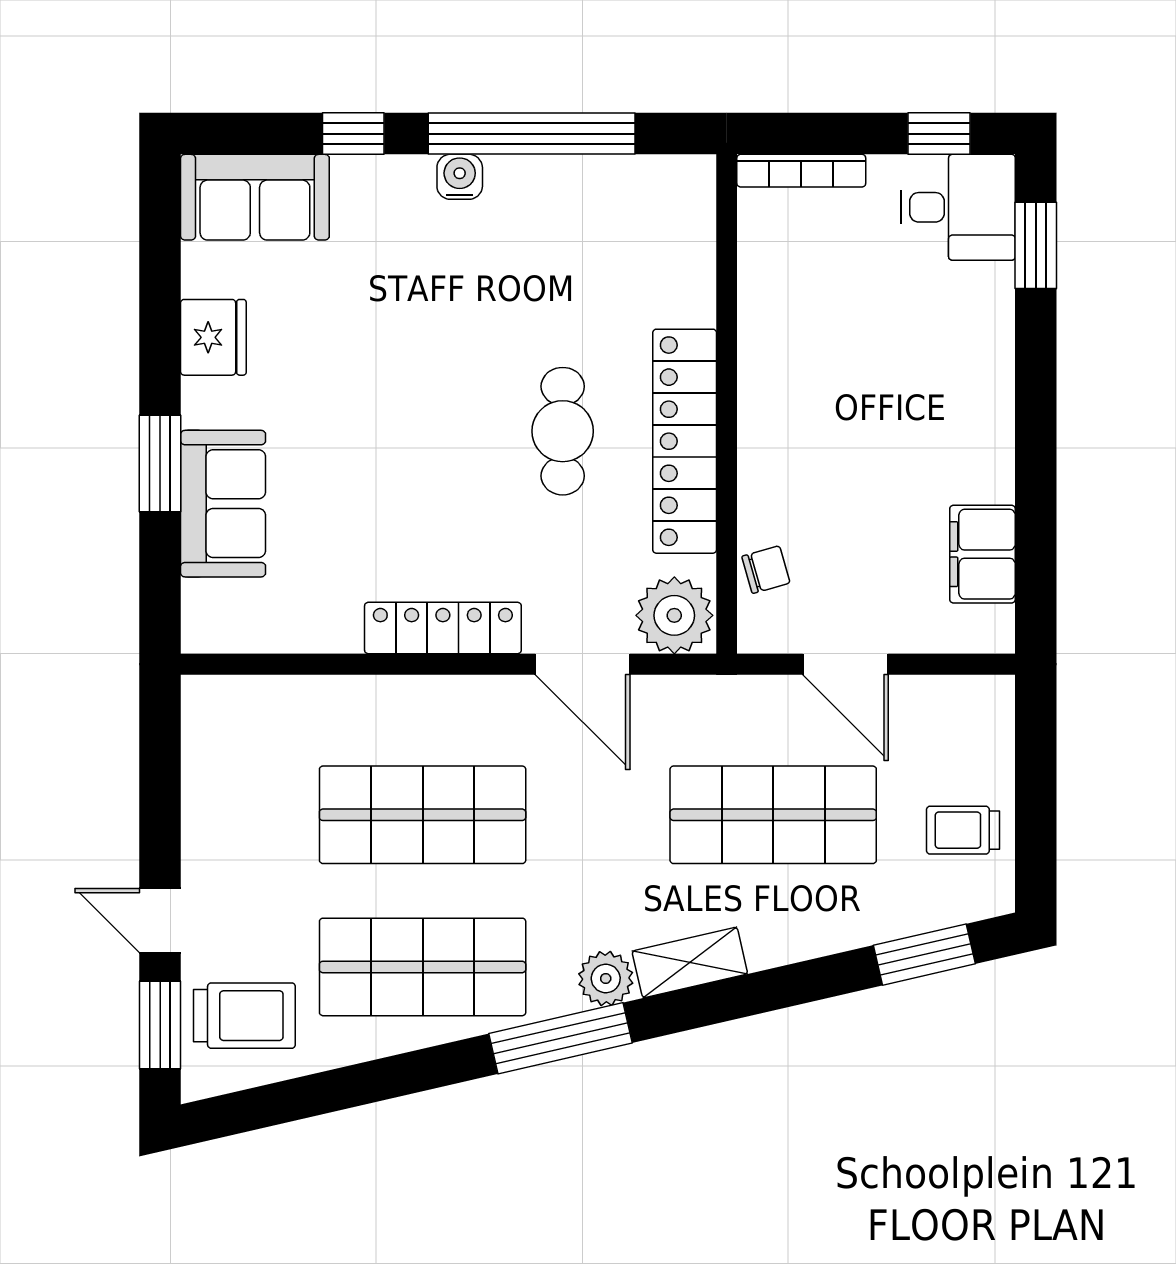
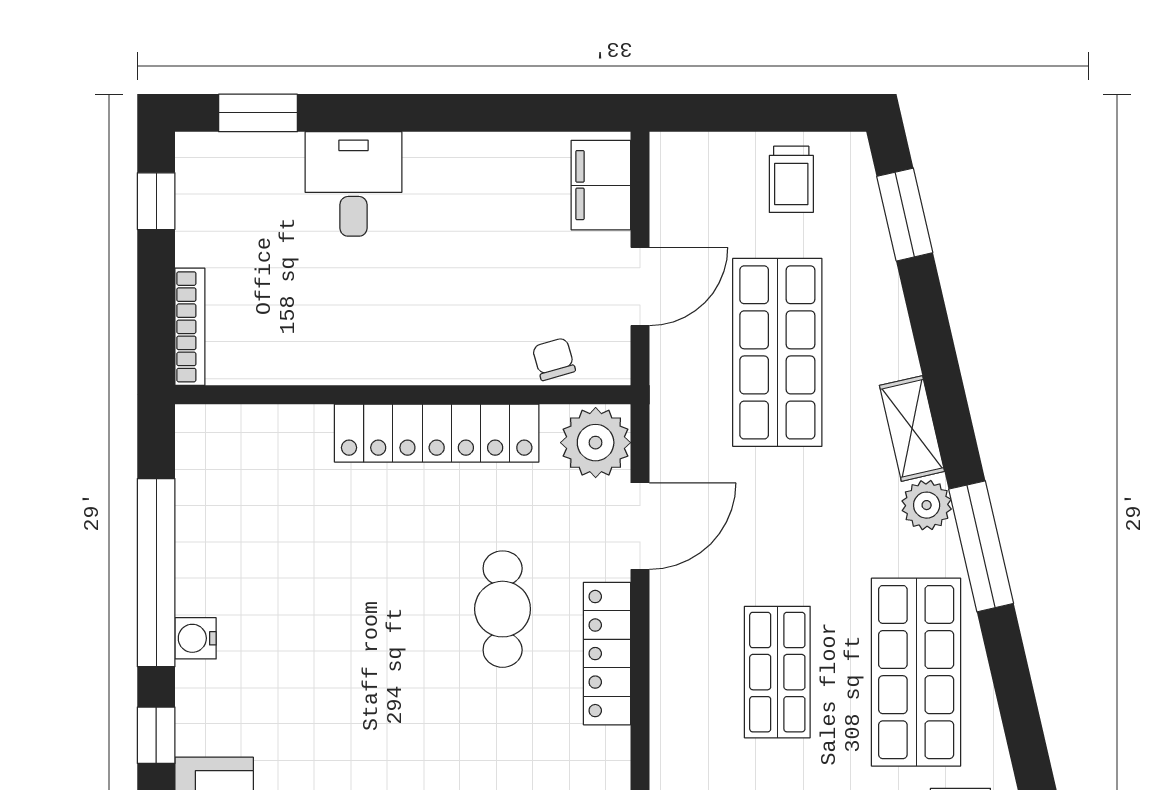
desk: (958, 207) -> (353, 184), moved
cafe table: (563, 431) -> (503, 609), moved, turned 90
filing cabinet: (982, 554) -> (601, 185), moved, turned 90
shop shelf: (423, 815) -> (777, 672), width x0.70, depth x0.74

